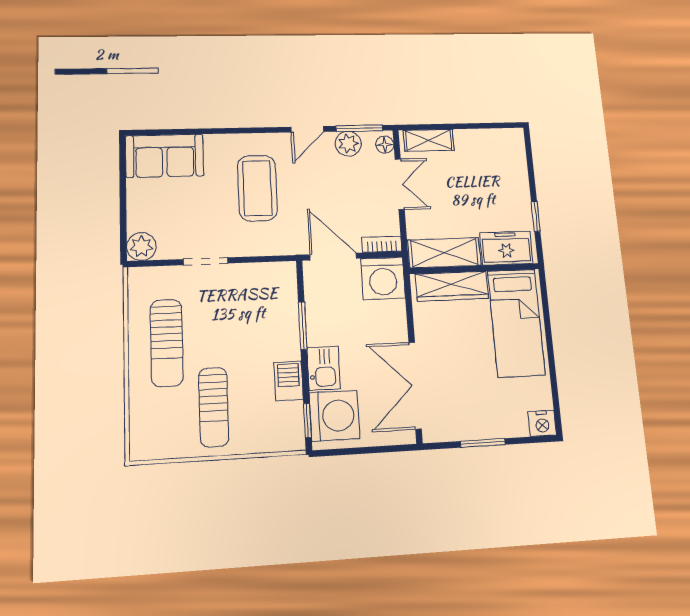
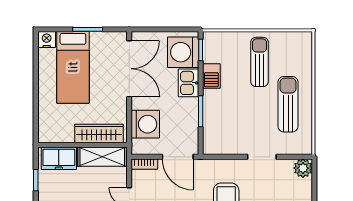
washing machine: (383, 278) -> (145, 124), moved, turned 90
bed: (516, 323) -> (73, 67), moved, turned 180

